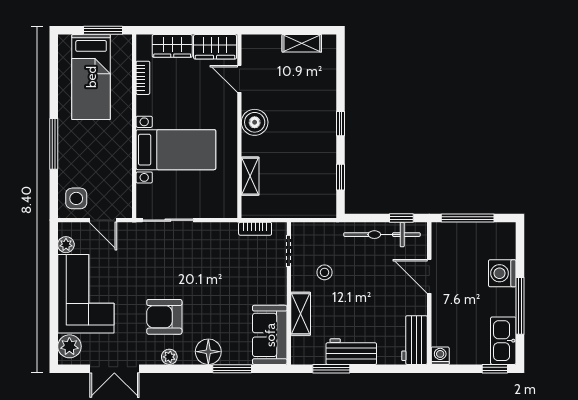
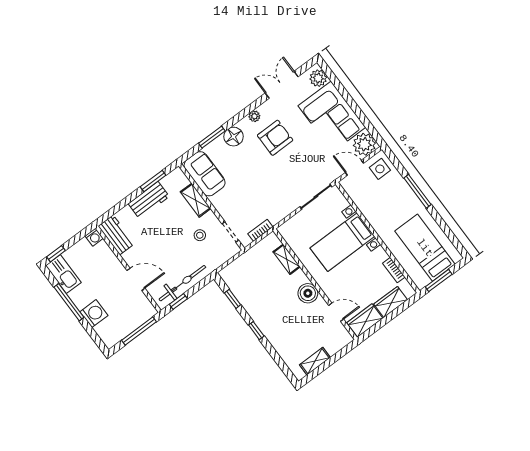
plant: (66, 245) -> (364, 144), width x1.88, depth x1.88

